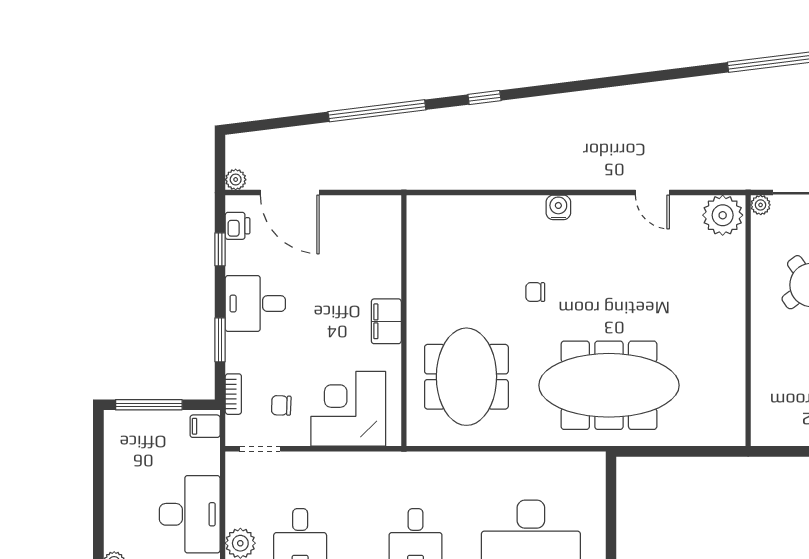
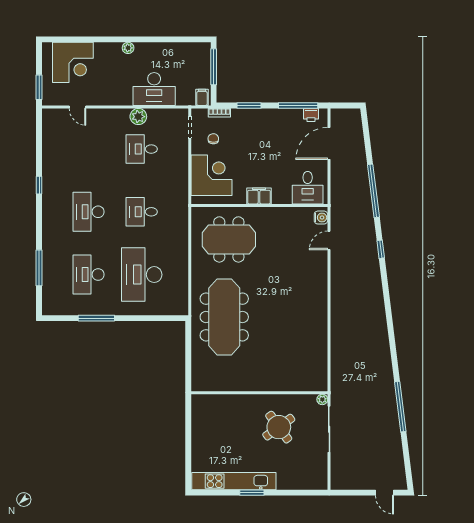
plant: (236, 180) -> (336, 114), removed
door: (652, 193) -> (329, 240), moved
water cooler: (558, 207) -> (321, 218), moved
plant: (723, 215) -> (317, 379), removed
window: (220, 249) -> (298, 106), width x2.17
chair: (535, 292) -> (275, 277), removed
desk: (255, 304) -> (308, 188), moved, turned 180

